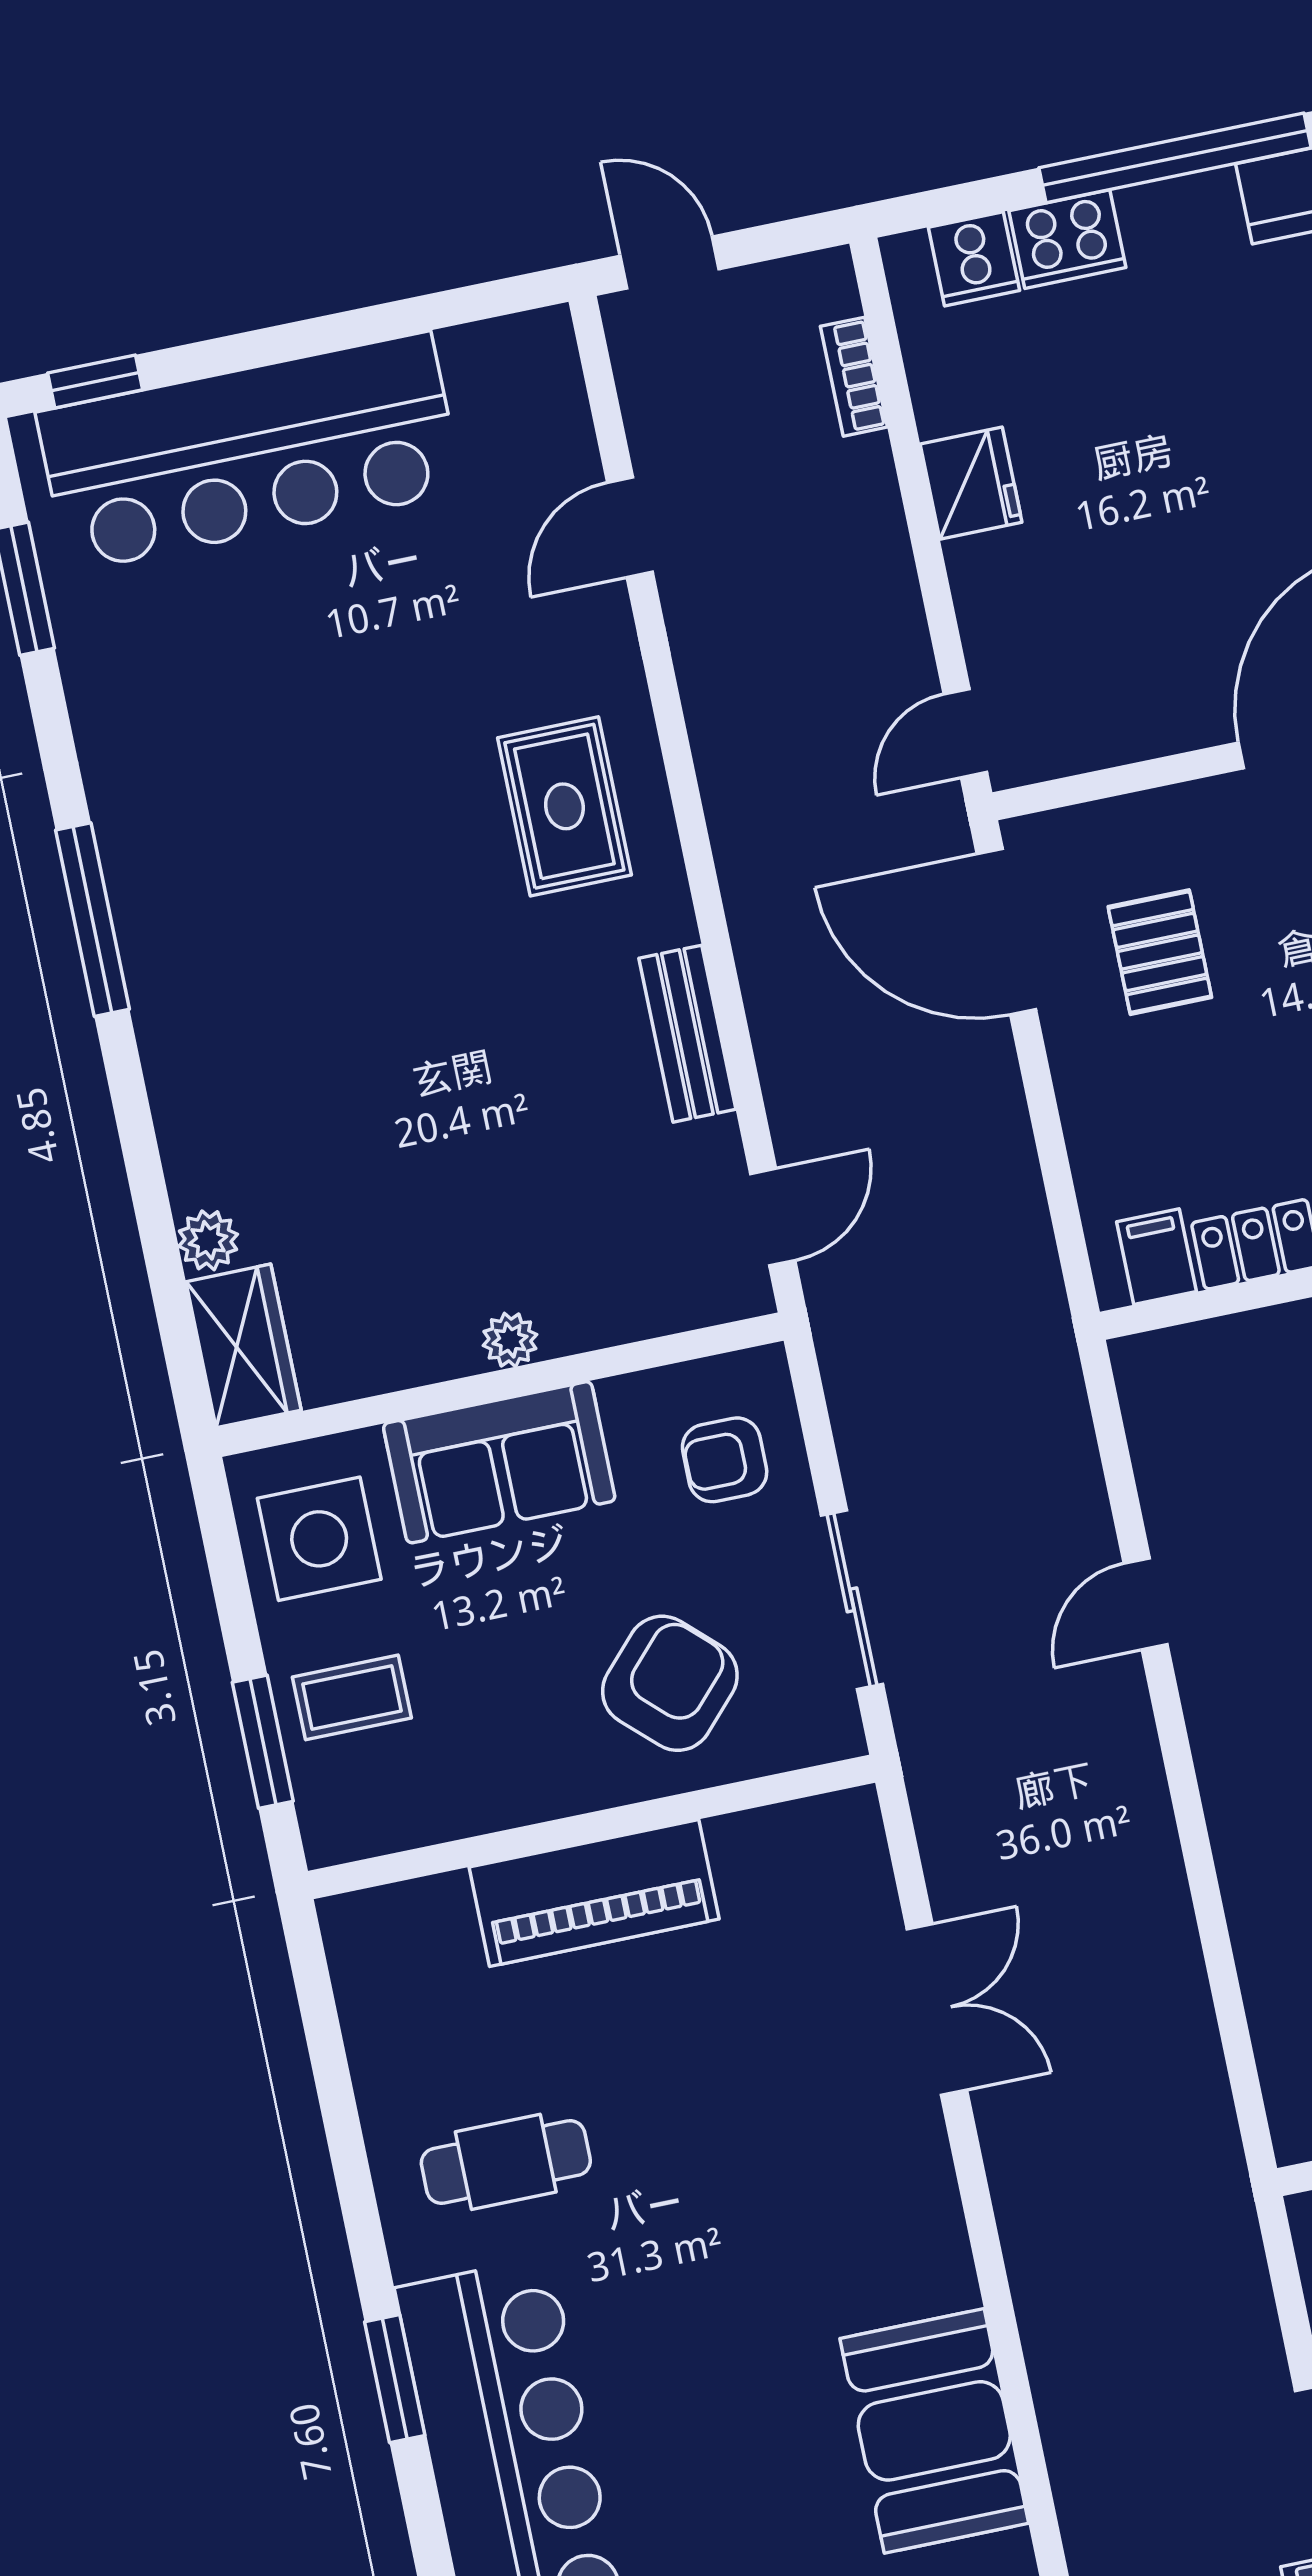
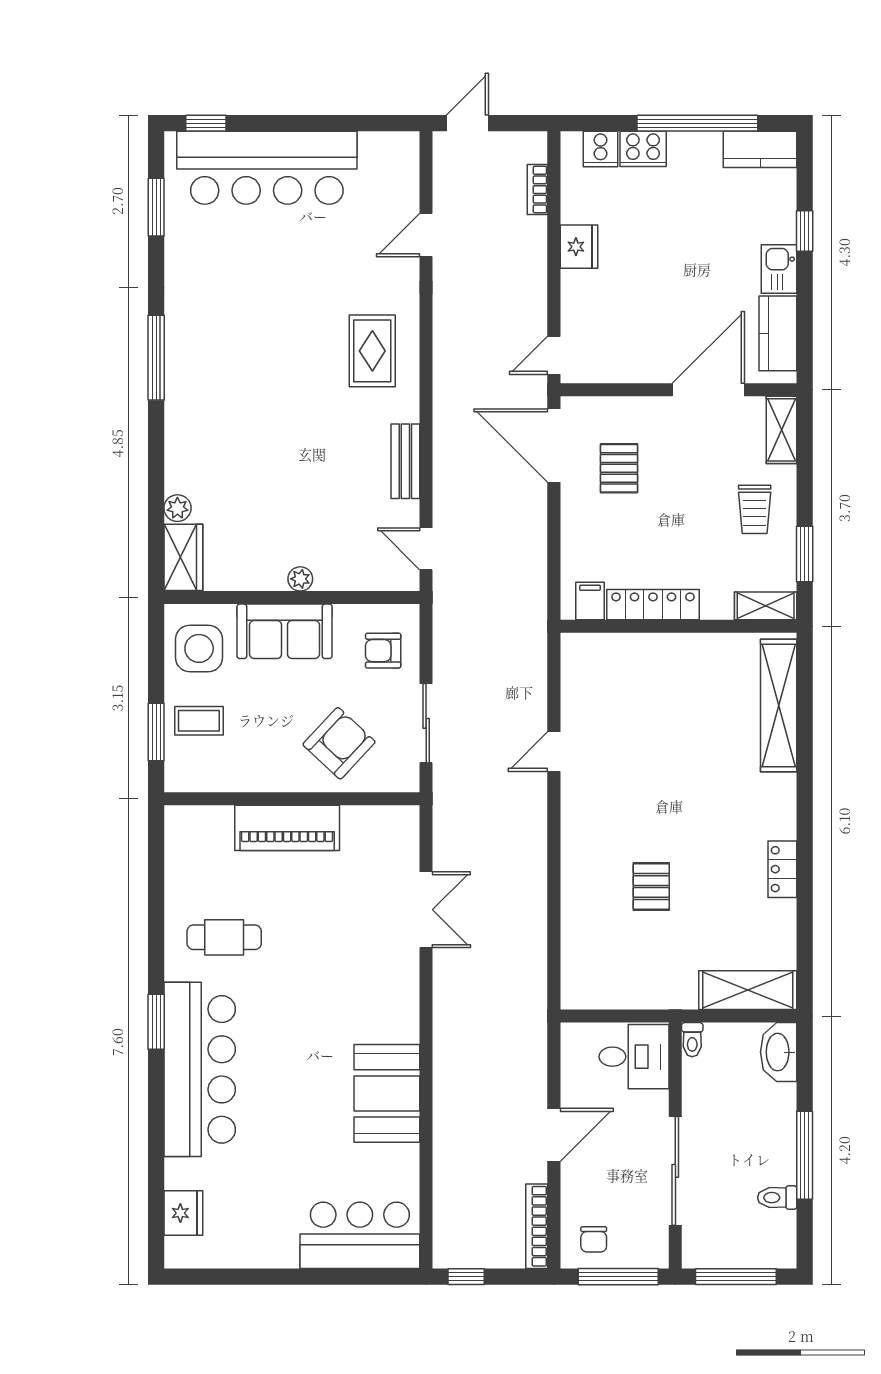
door: (670, 262) -> (467, 123), hinge flipped
door: (773, 1217) -> (426, 549), swing flipped

